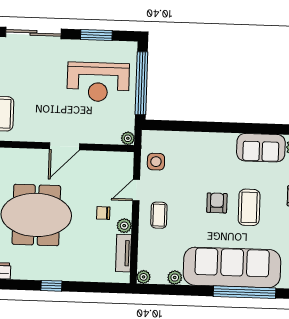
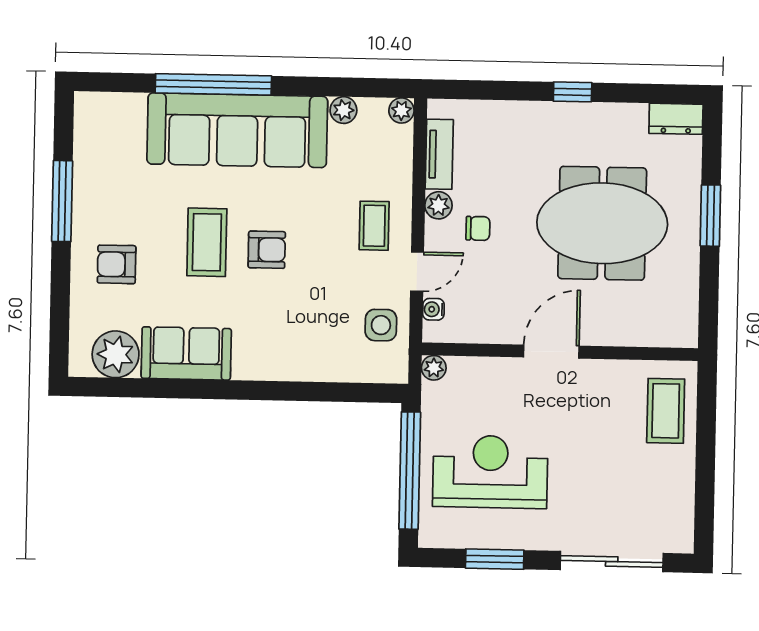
water cooler: (128, 170) -> (433, 309), added
armchair: (217, 203) -> (267, 250), turned -90

